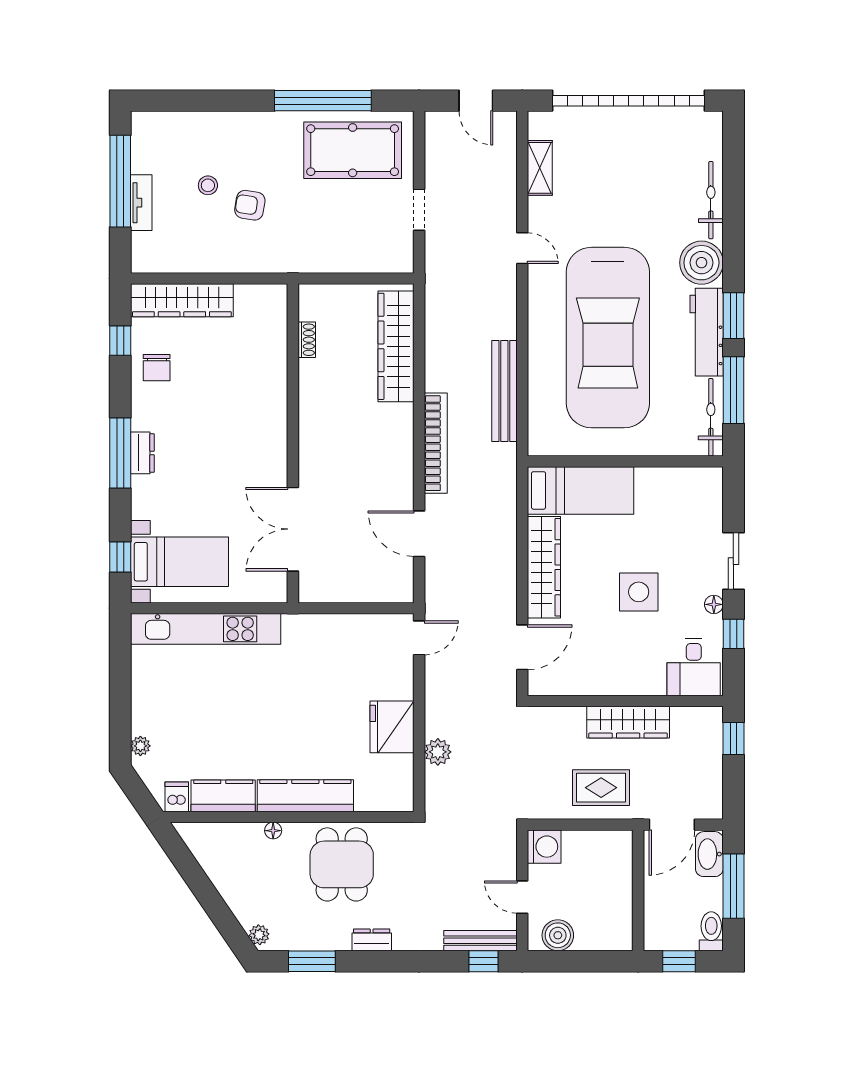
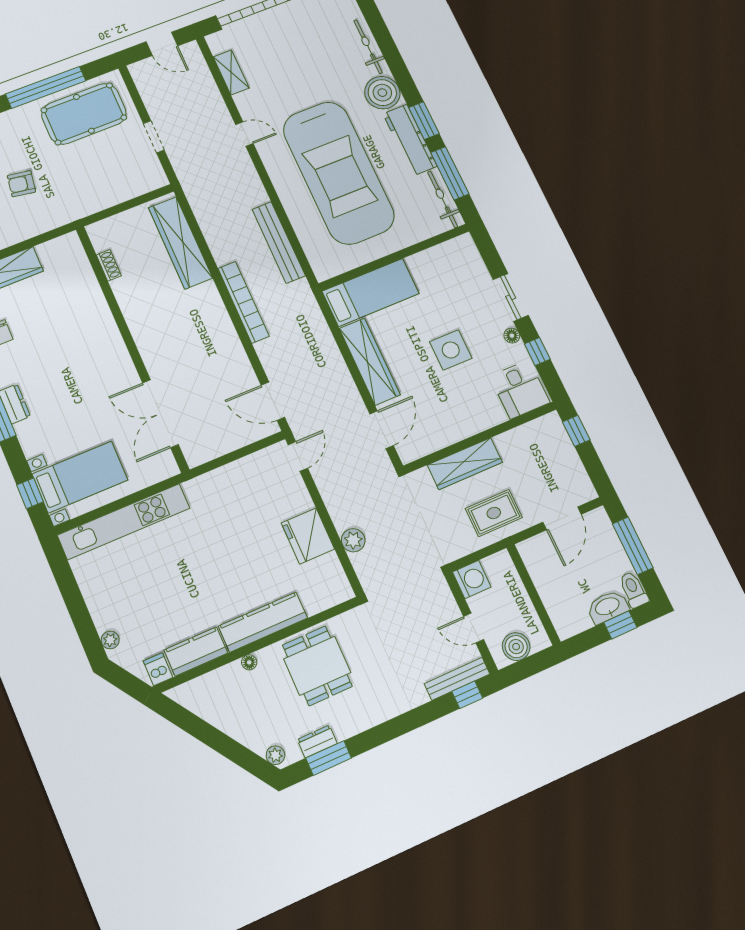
door: (419, 534) -> (273, 401), moved
wardrobe: (628, 722) -> (465, 464), moved
washbasin: (709, 854) -> (608, 607), moved, turned 90
wall: (638, 890) -> (533, 595), moved
dresser: (372, 940) -> (317, 741), moved

